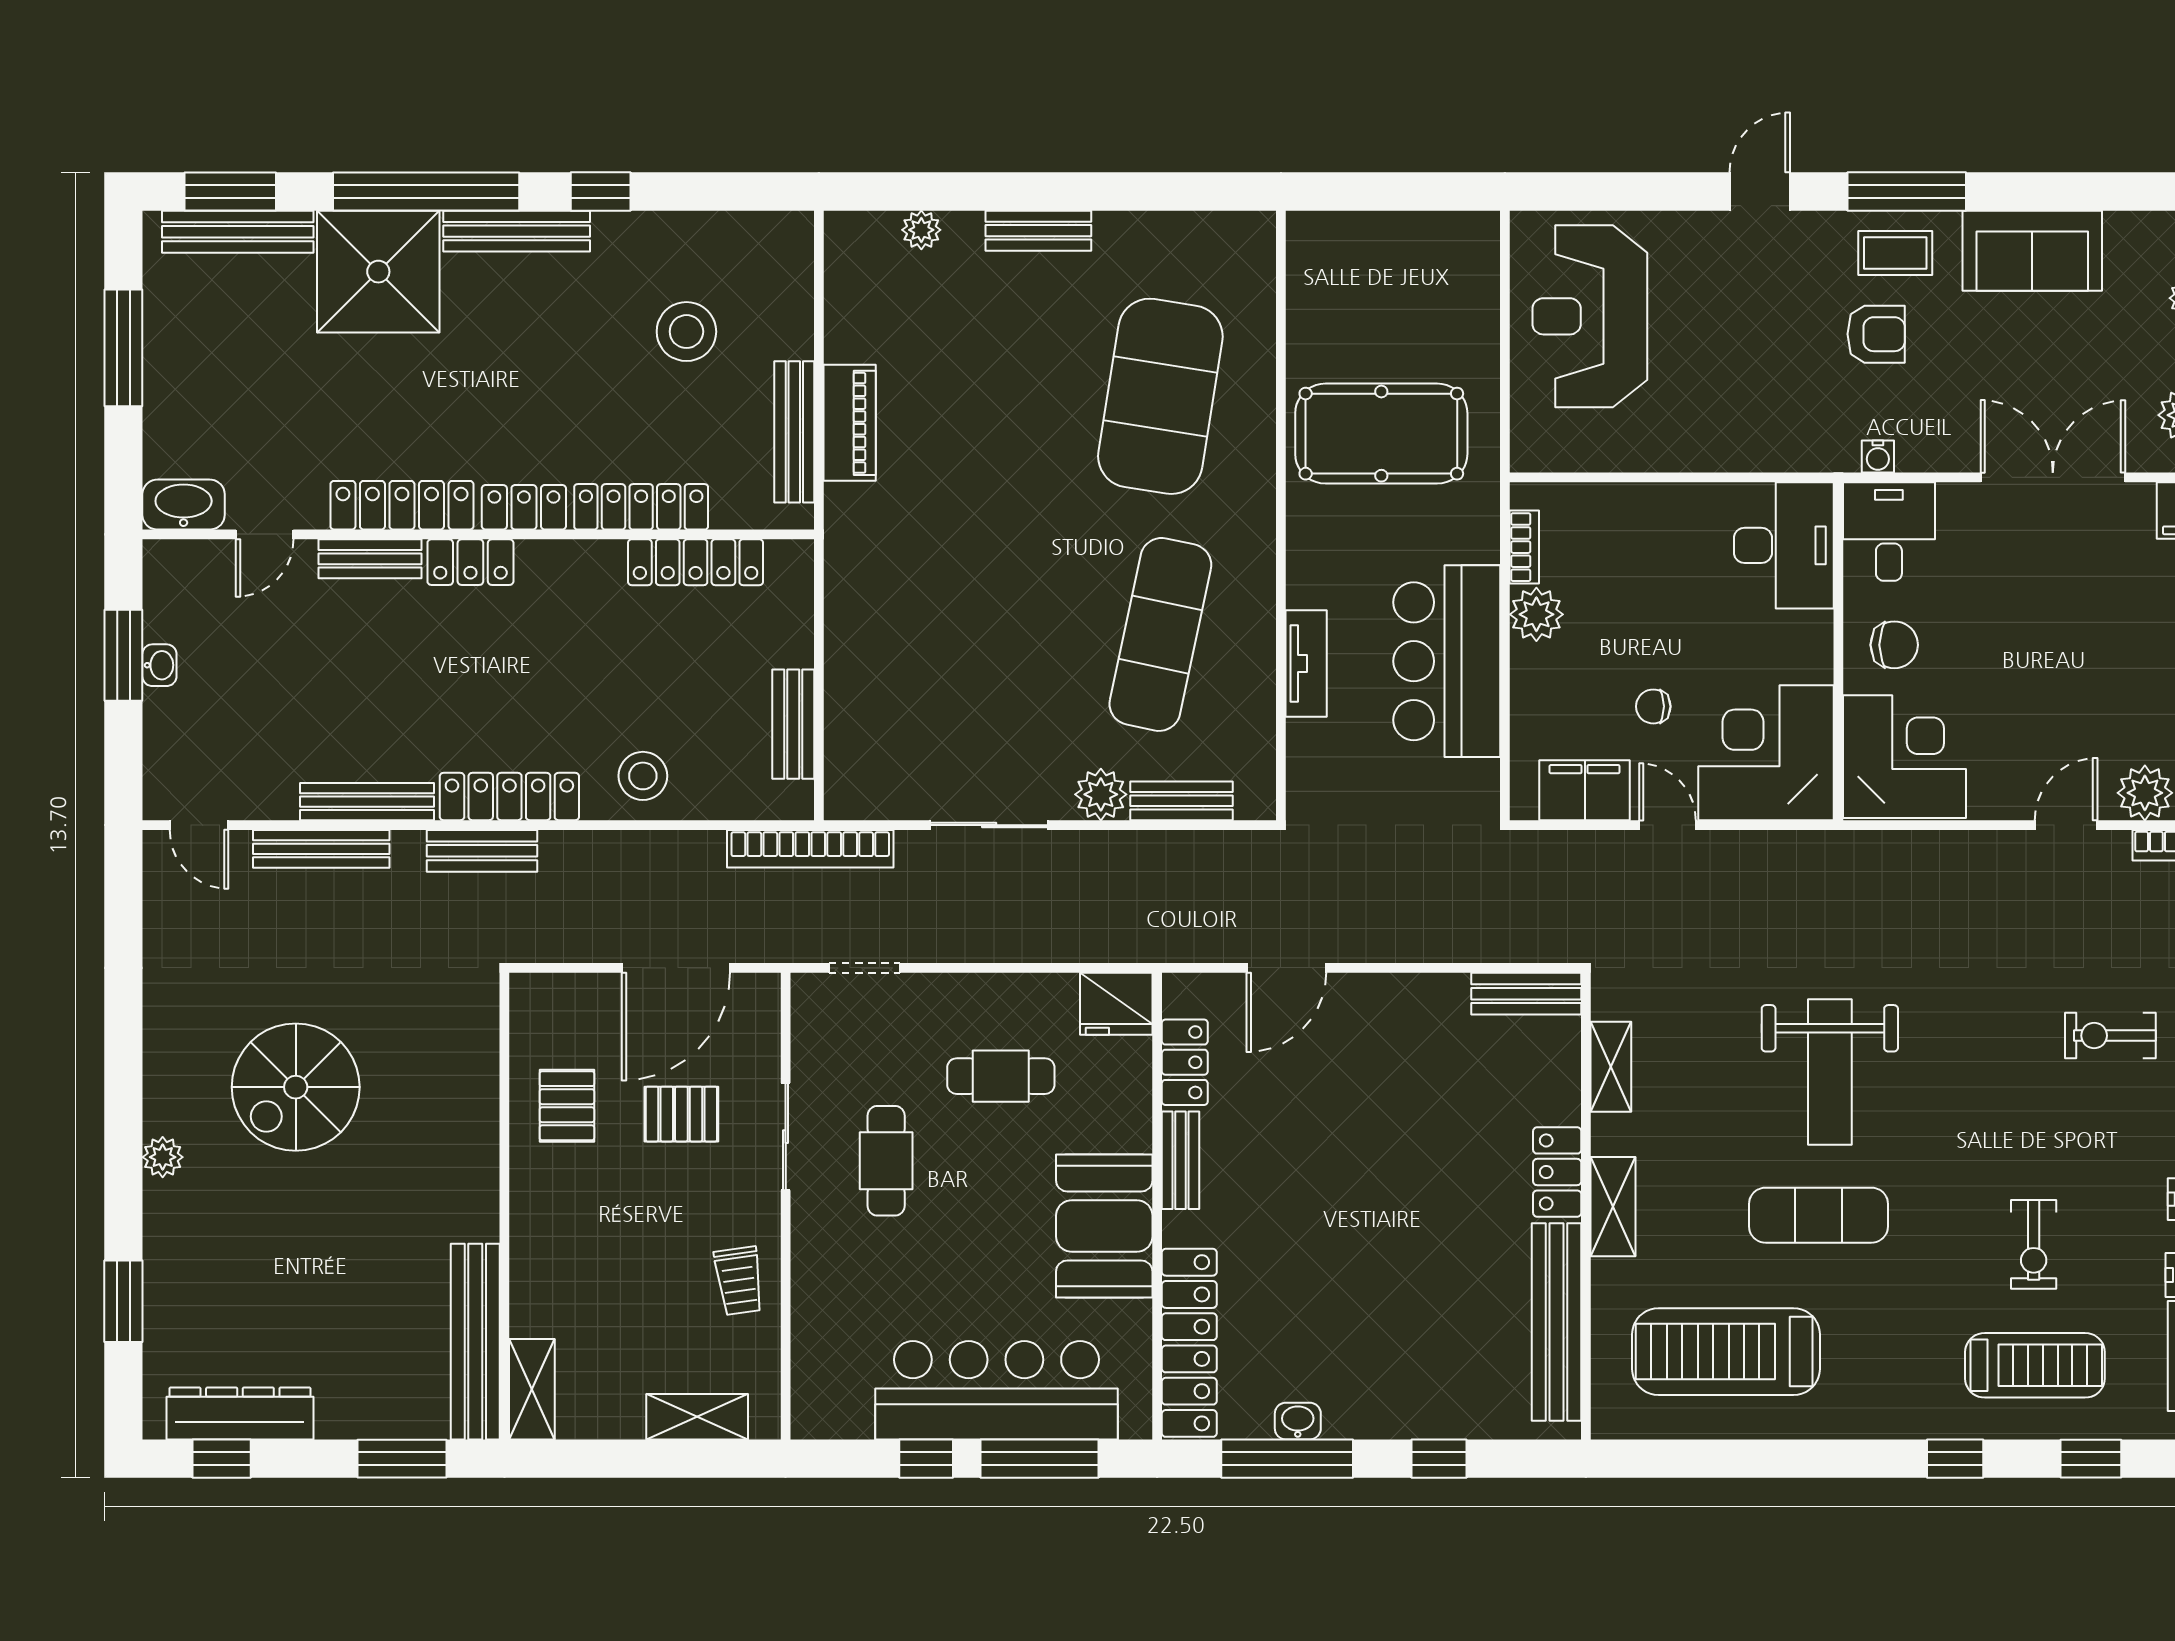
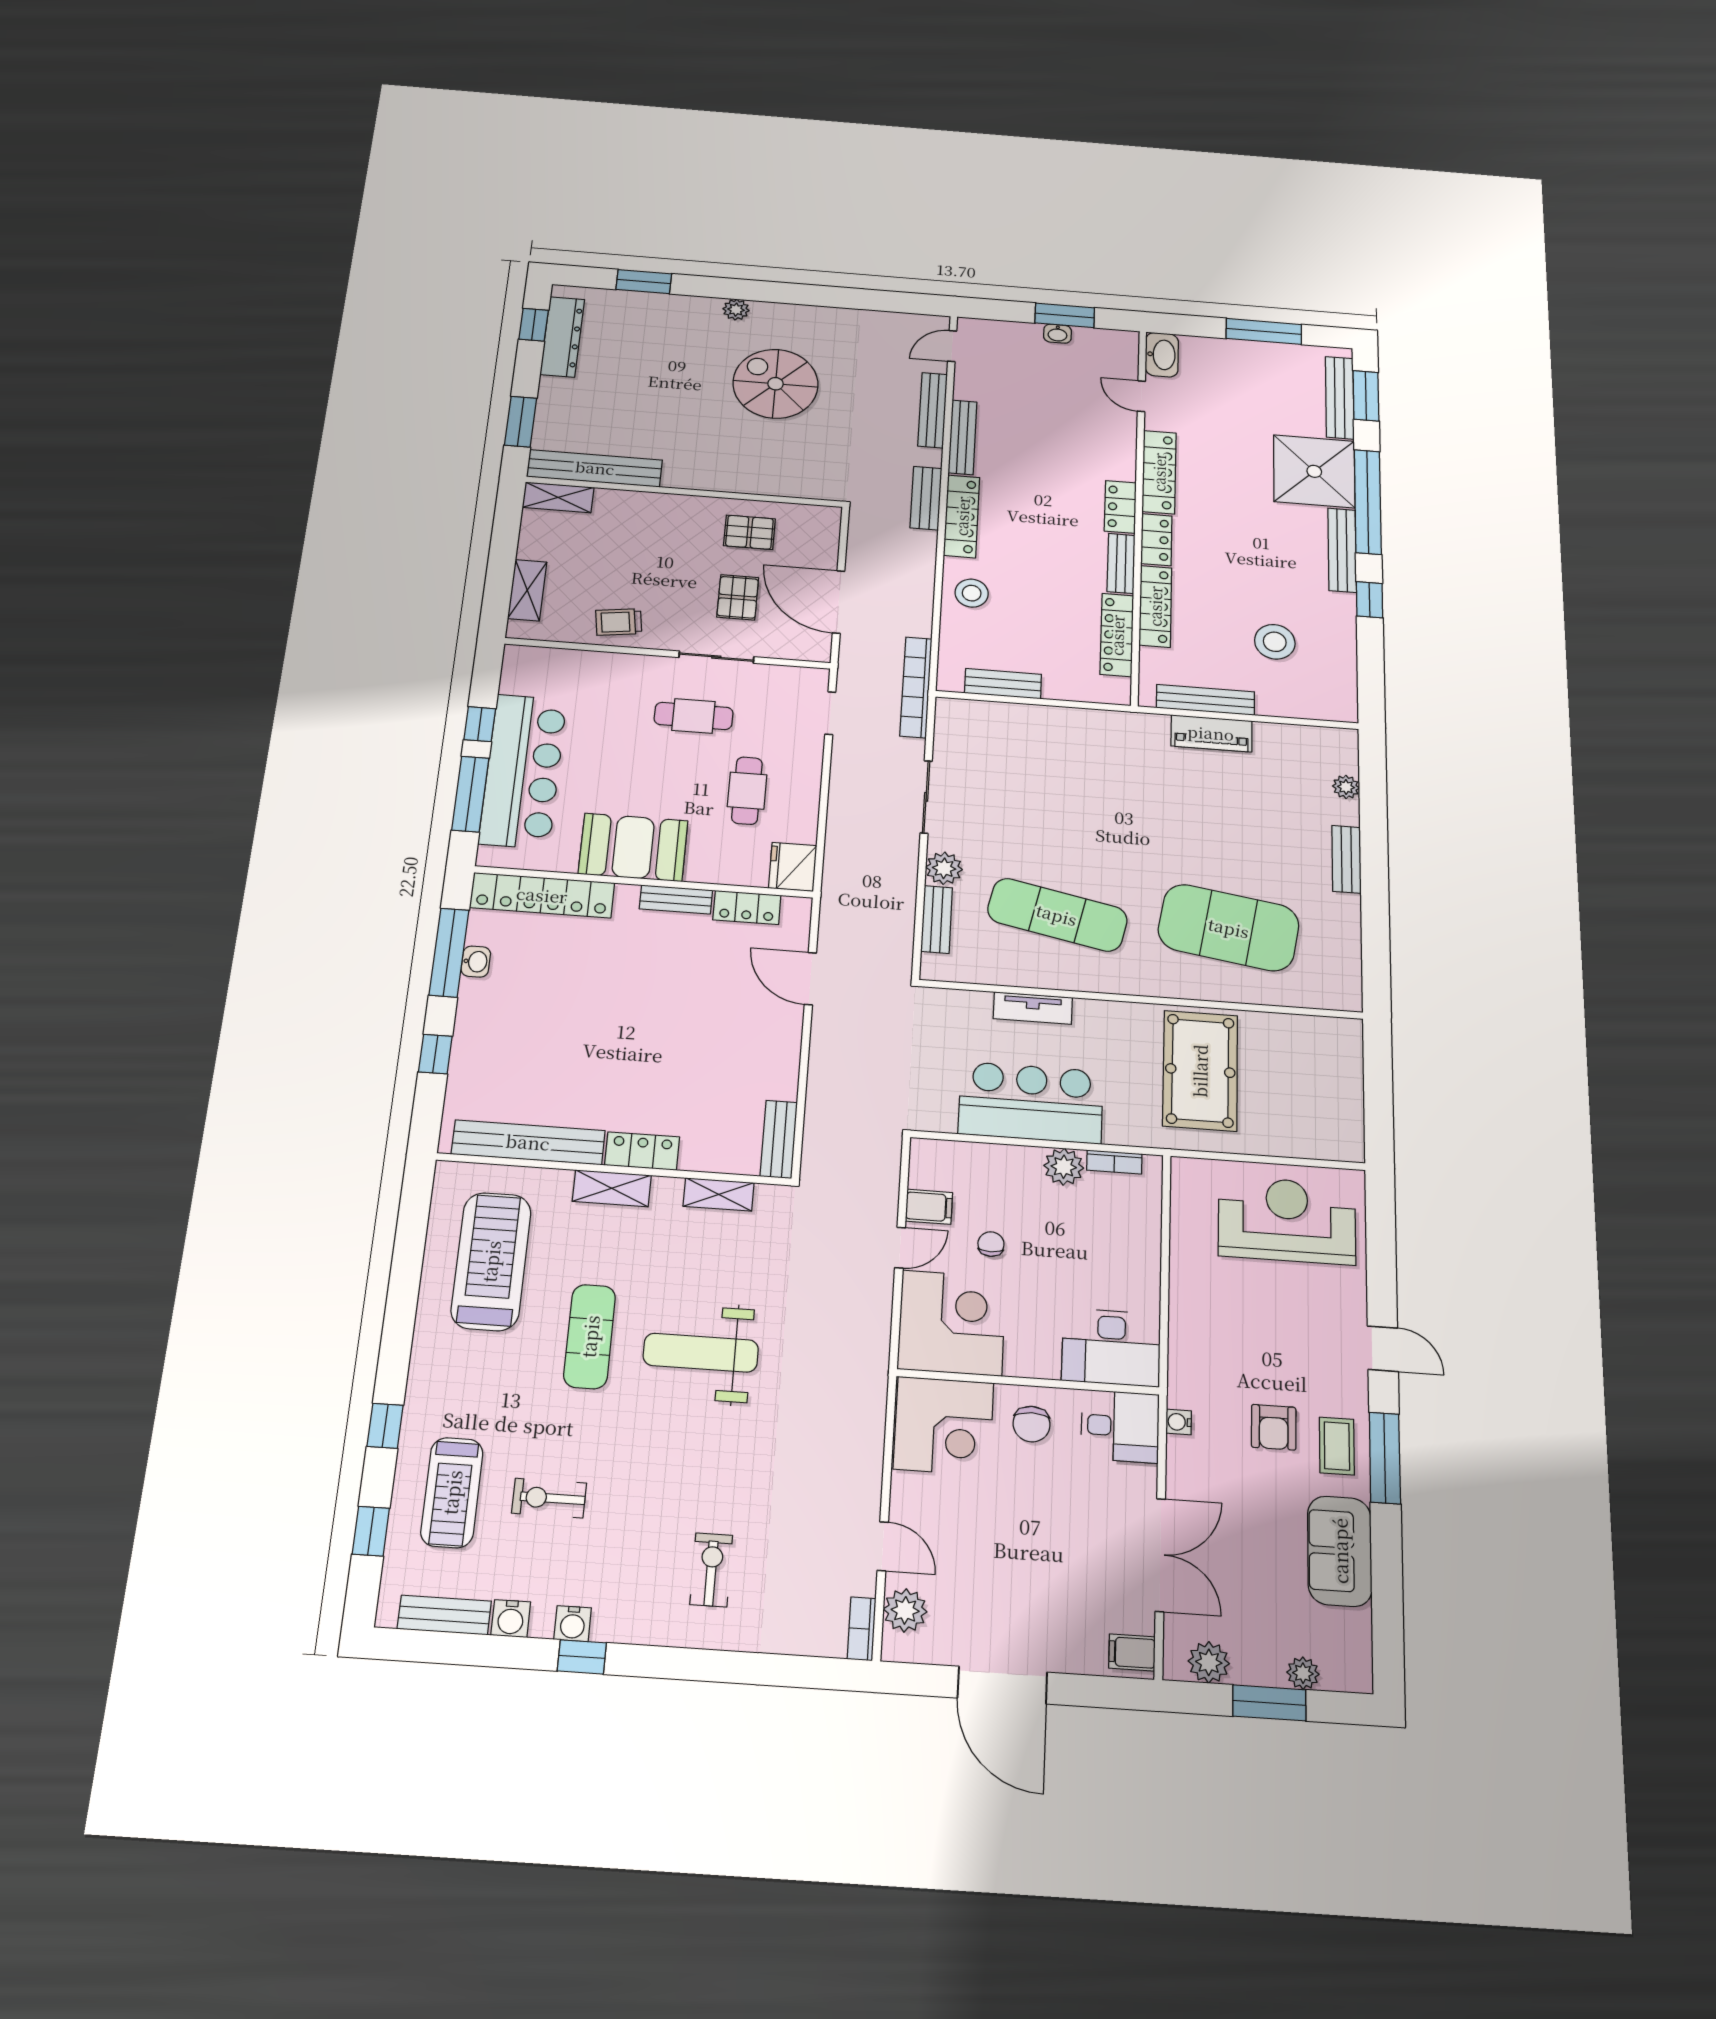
bench: (370, 559) -> (1121, 563), moved
filing cabinet: (1585, 790) -> (929, 1207), width x0.50

